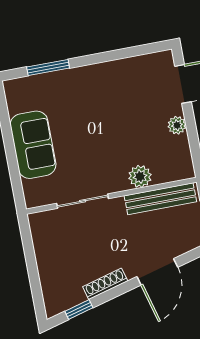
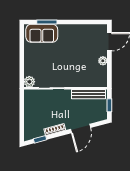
sofa: (33, 145) -> (42, 33), moved, turned 90
plant: (140, 176) -> (29, 82), moved

